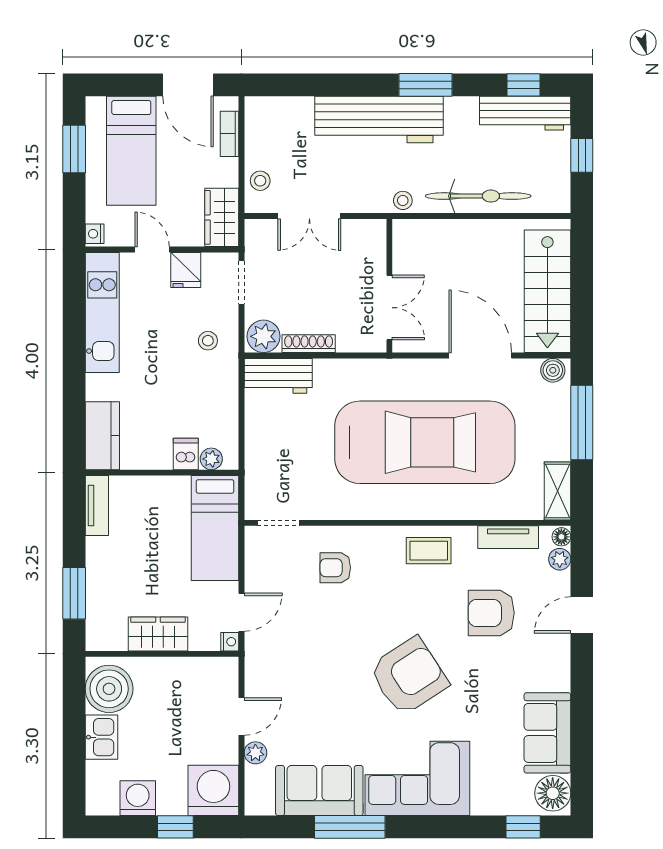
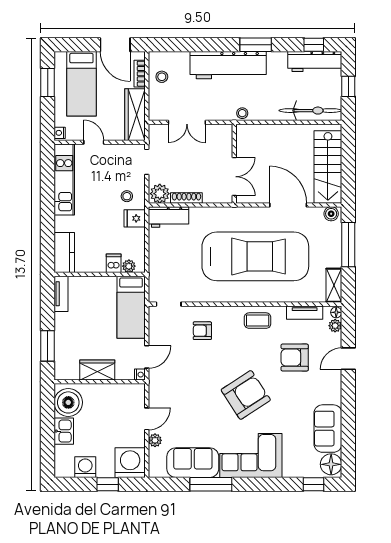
stool: (260, 181) -> (162, 77), moved
bicycle: (478, 196) -> (310, 111), moved
wardrobe: (222, 217) -> (135, 115), width x1.50
fridge: (186, 270) -> (135, 218), moved, turned 90

